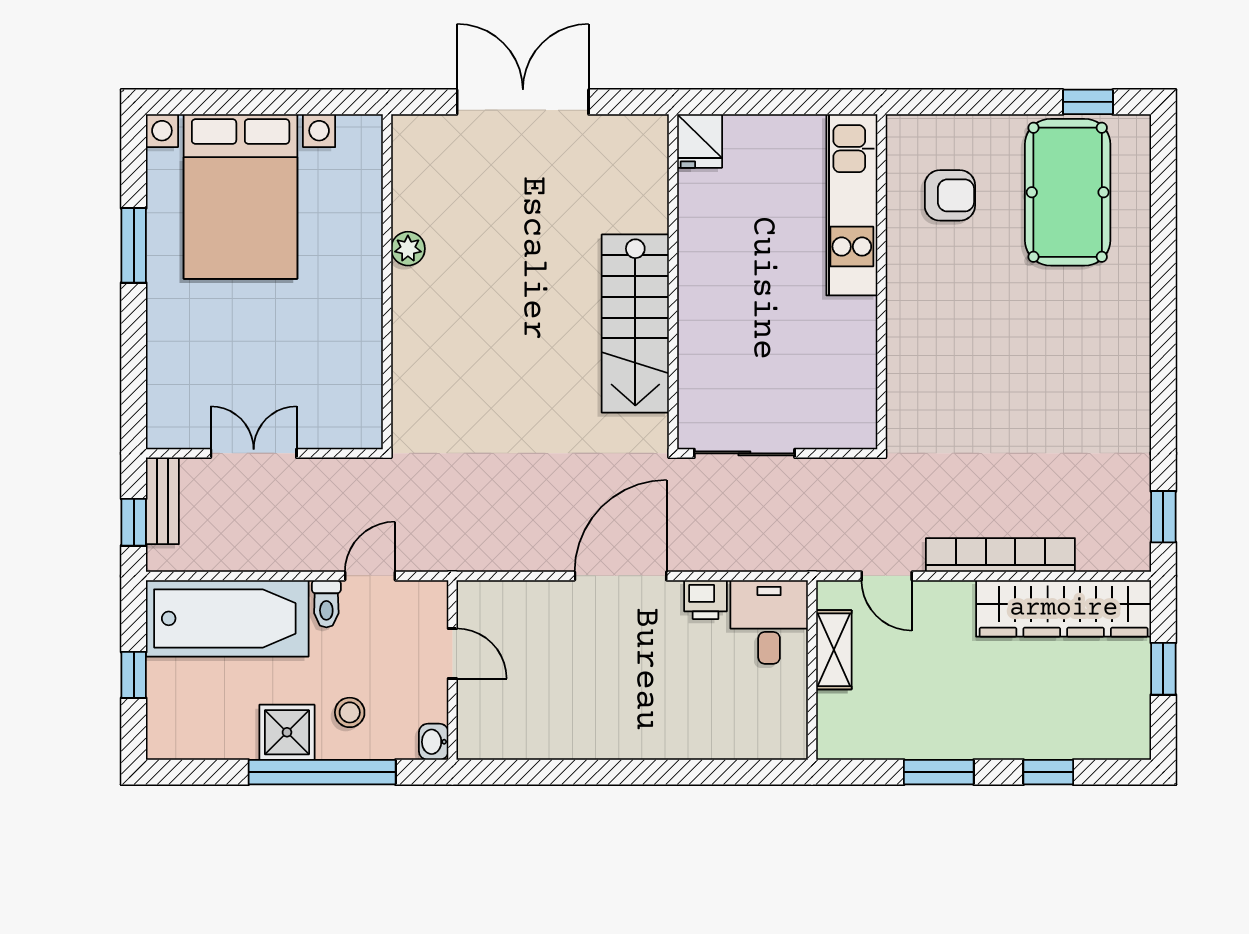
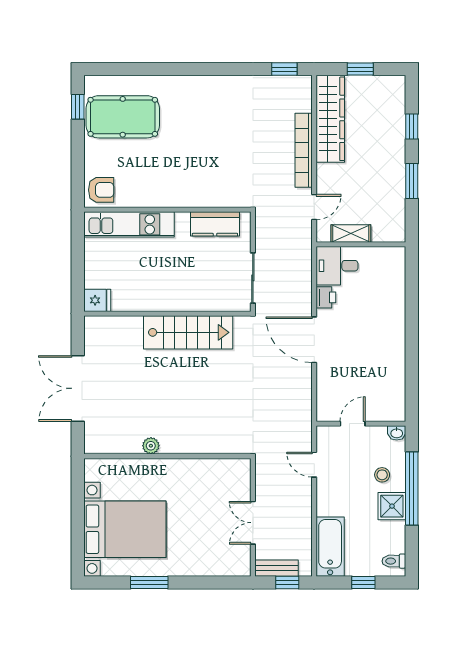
armchair: (950, 195) -> (101, 190), moved, turned 90
kitchen counter: (853, 377) -> (215, 224), added
toilet: (326, 604) -> (394, 561), moved, turned 180
bathtub: (227, 618) -> (330, 547), width x0.73, depth x0.73

